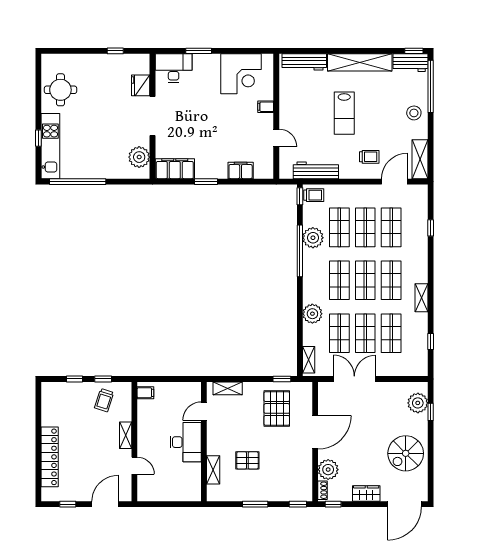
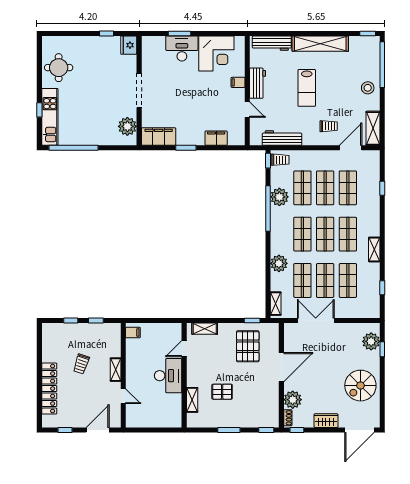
workbench: (410, 63) -> (258, 83), moved, turned -90
desk: (174, 68) -> (182, 49), moved
fridge: (141, 85) -> (129, 45), moved
trolley: (104, 400) -> (81, 364), moved

